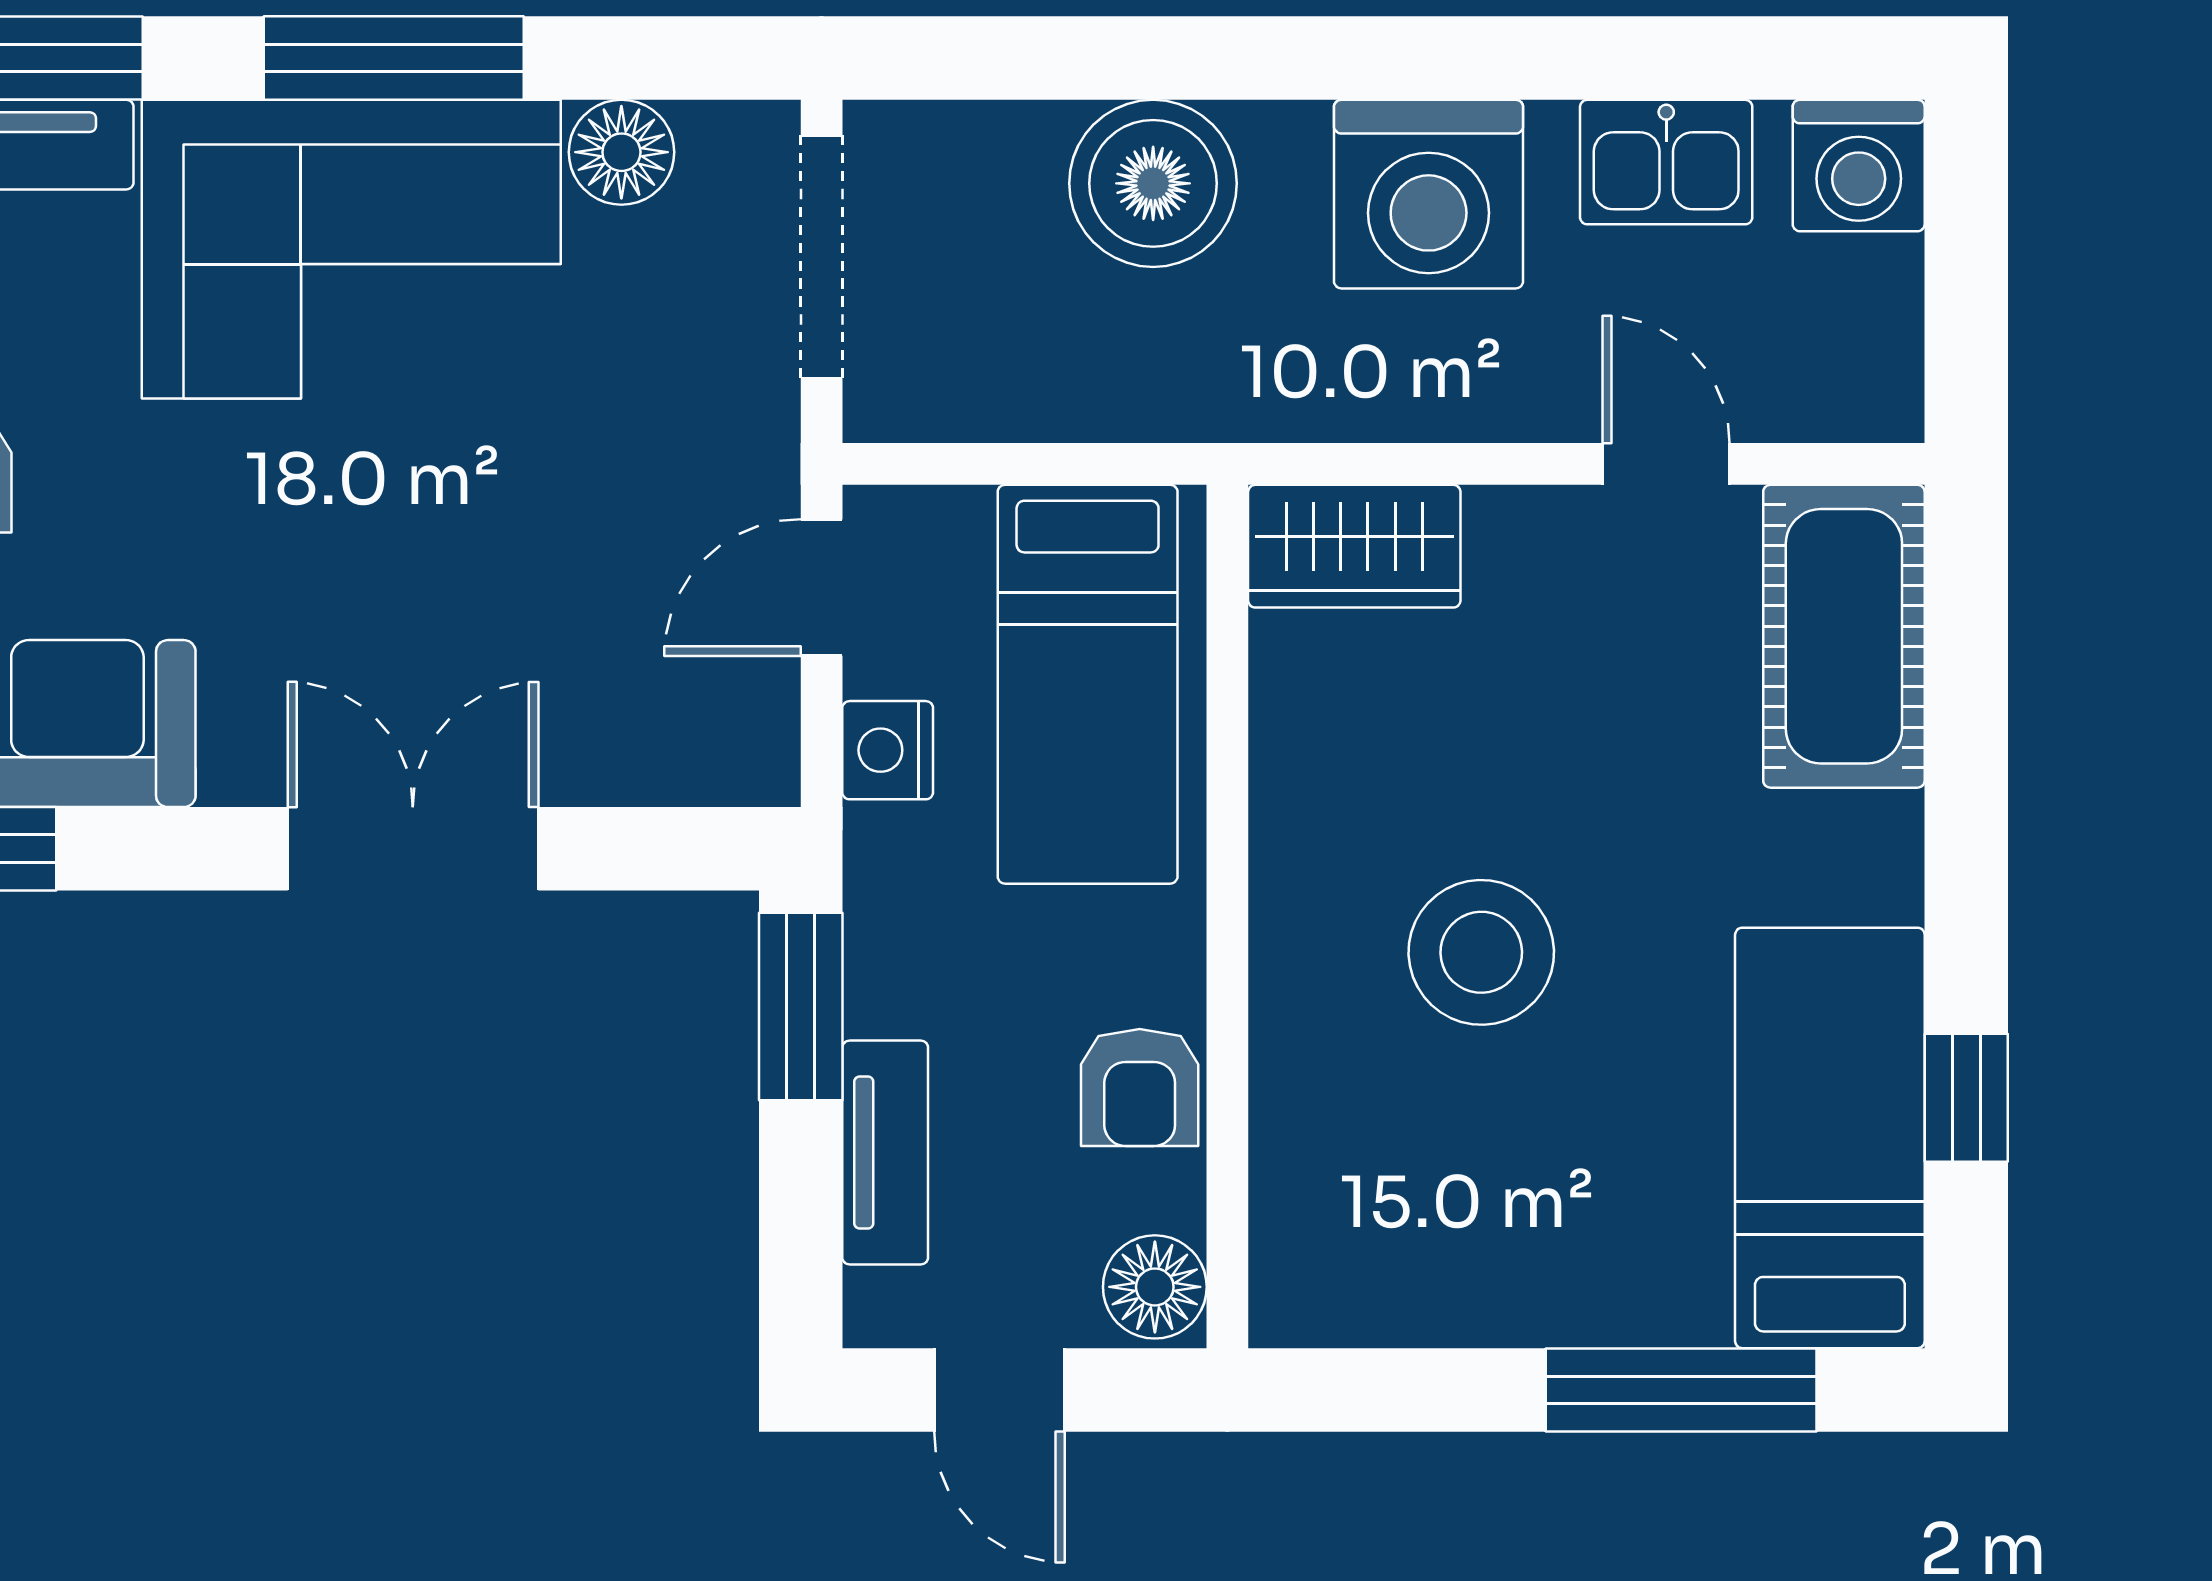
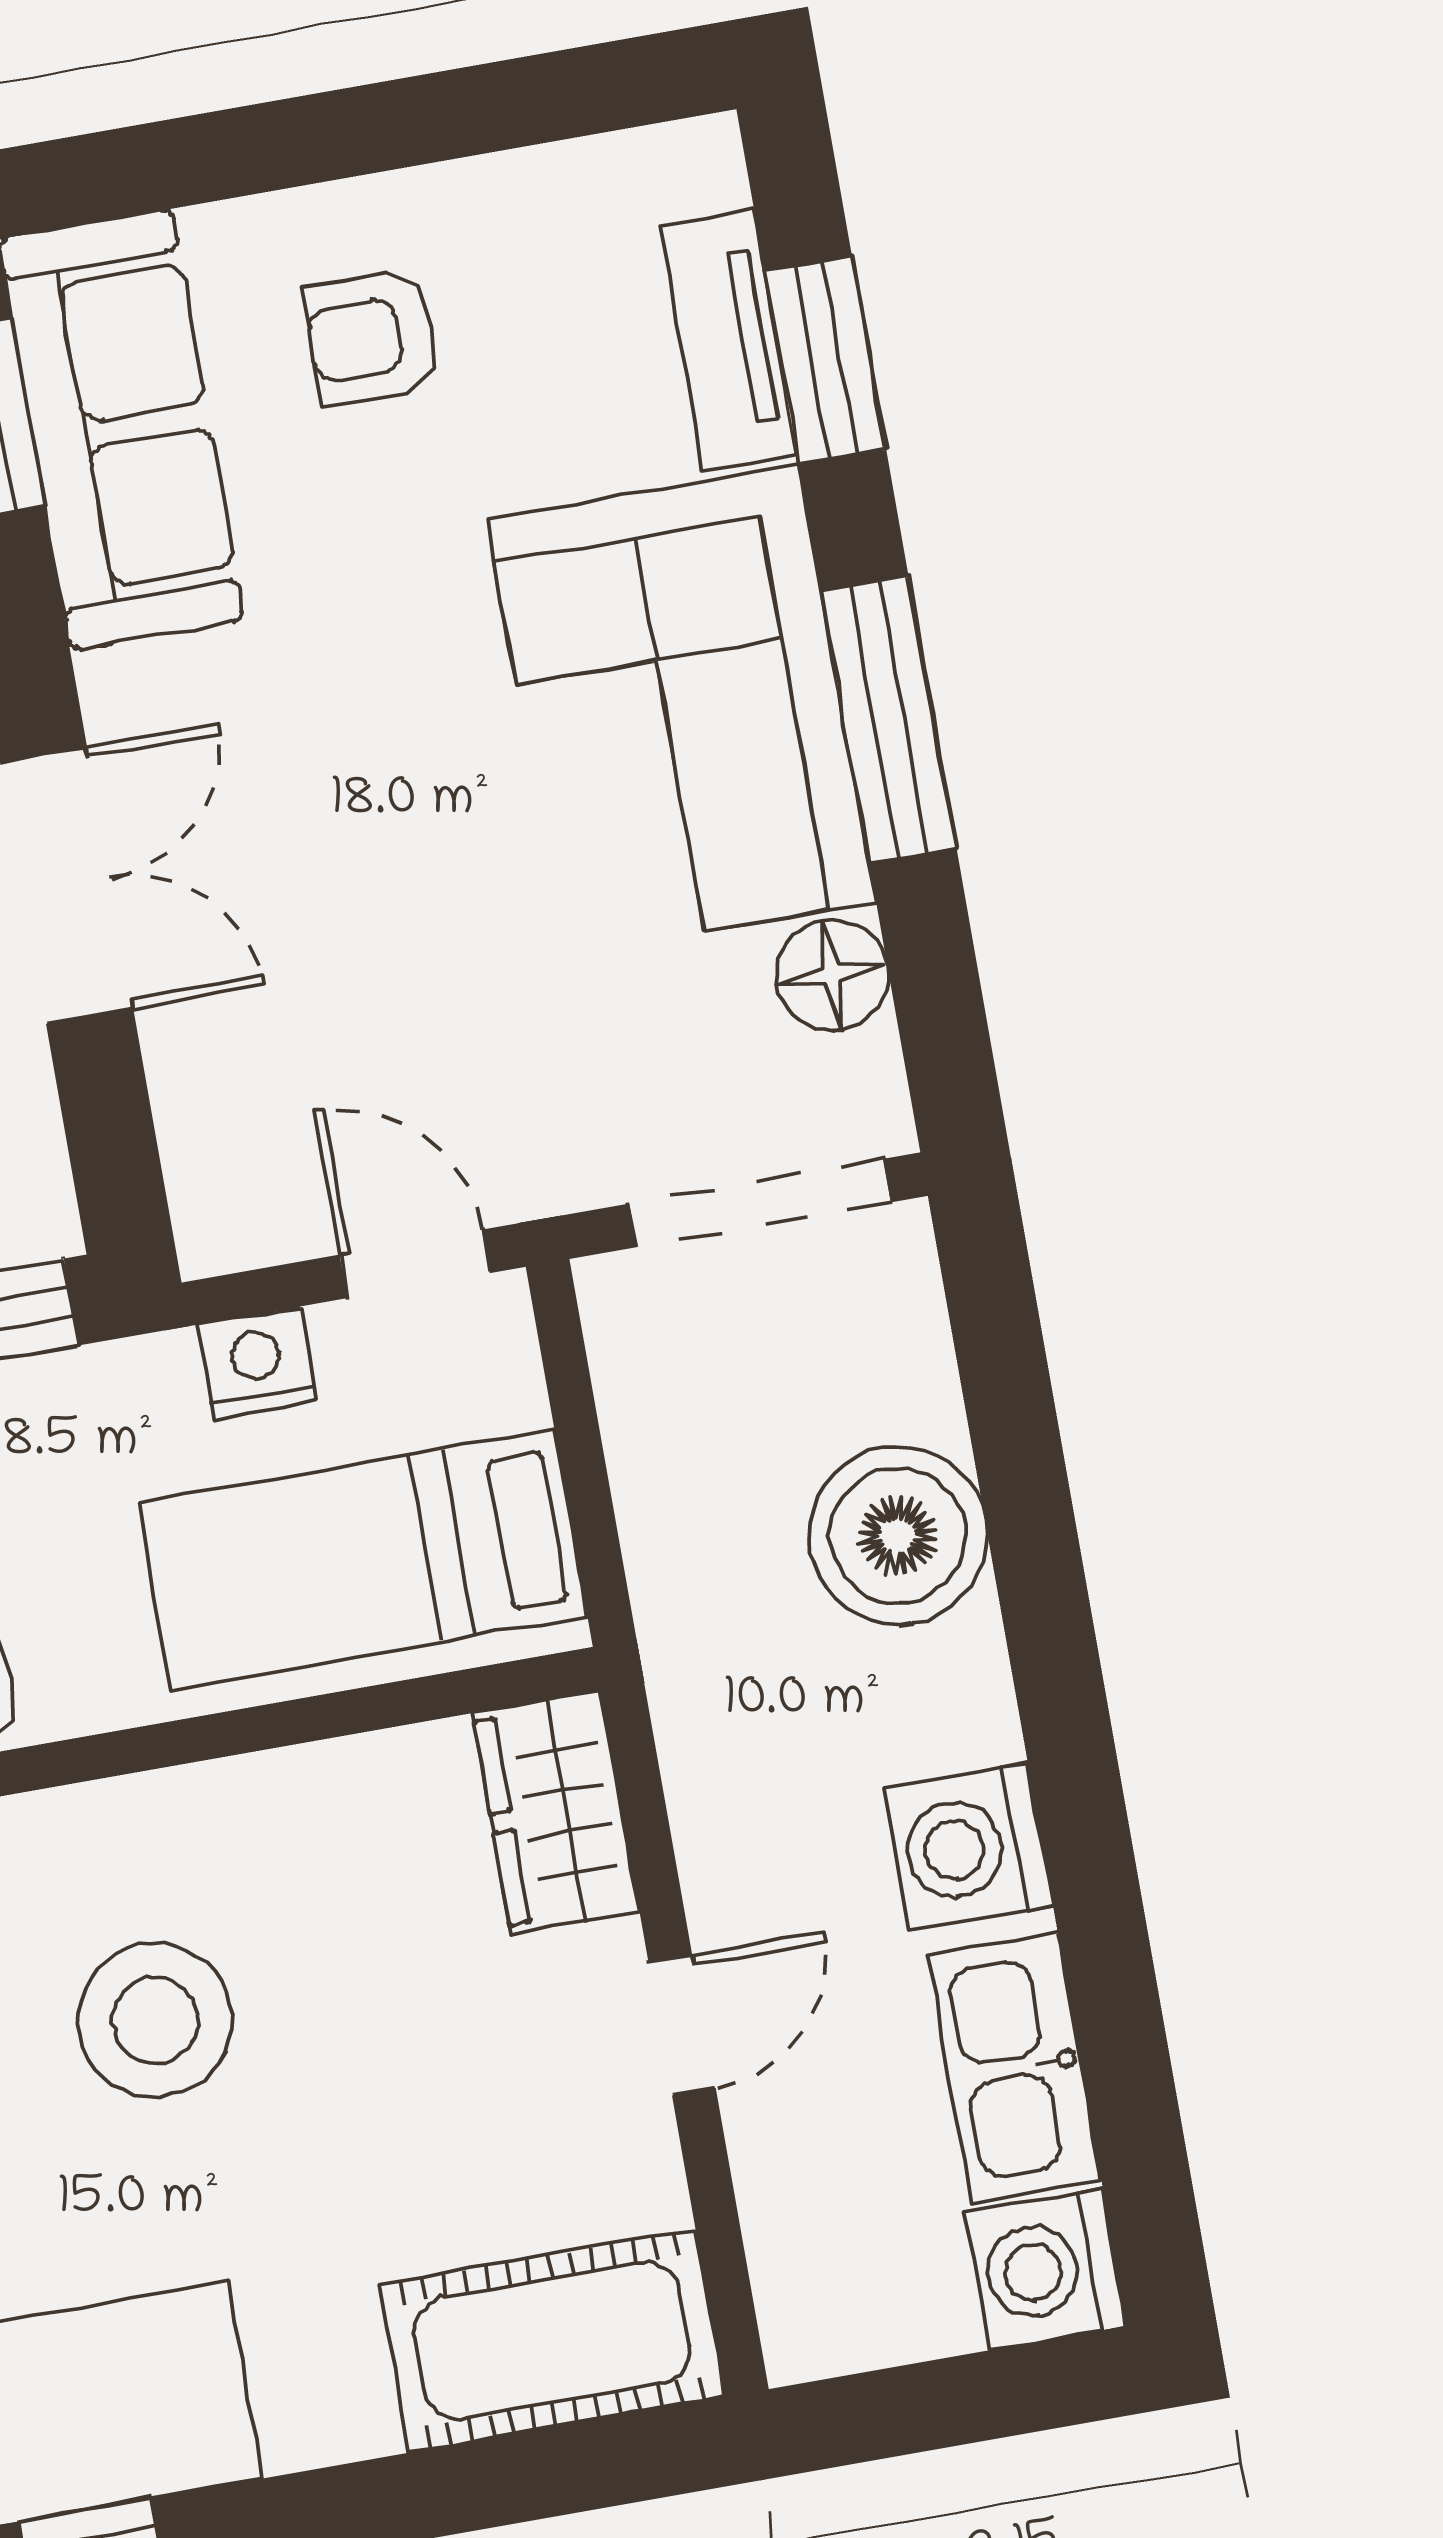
kitchen sink: (1666, 162) -> (1015, 2068), width x1.38
washing machine: (1429, 194) -> (969, 1847), width x0.73, depth x0.73
door: (1666, 464) -> (682, 2025), moved

